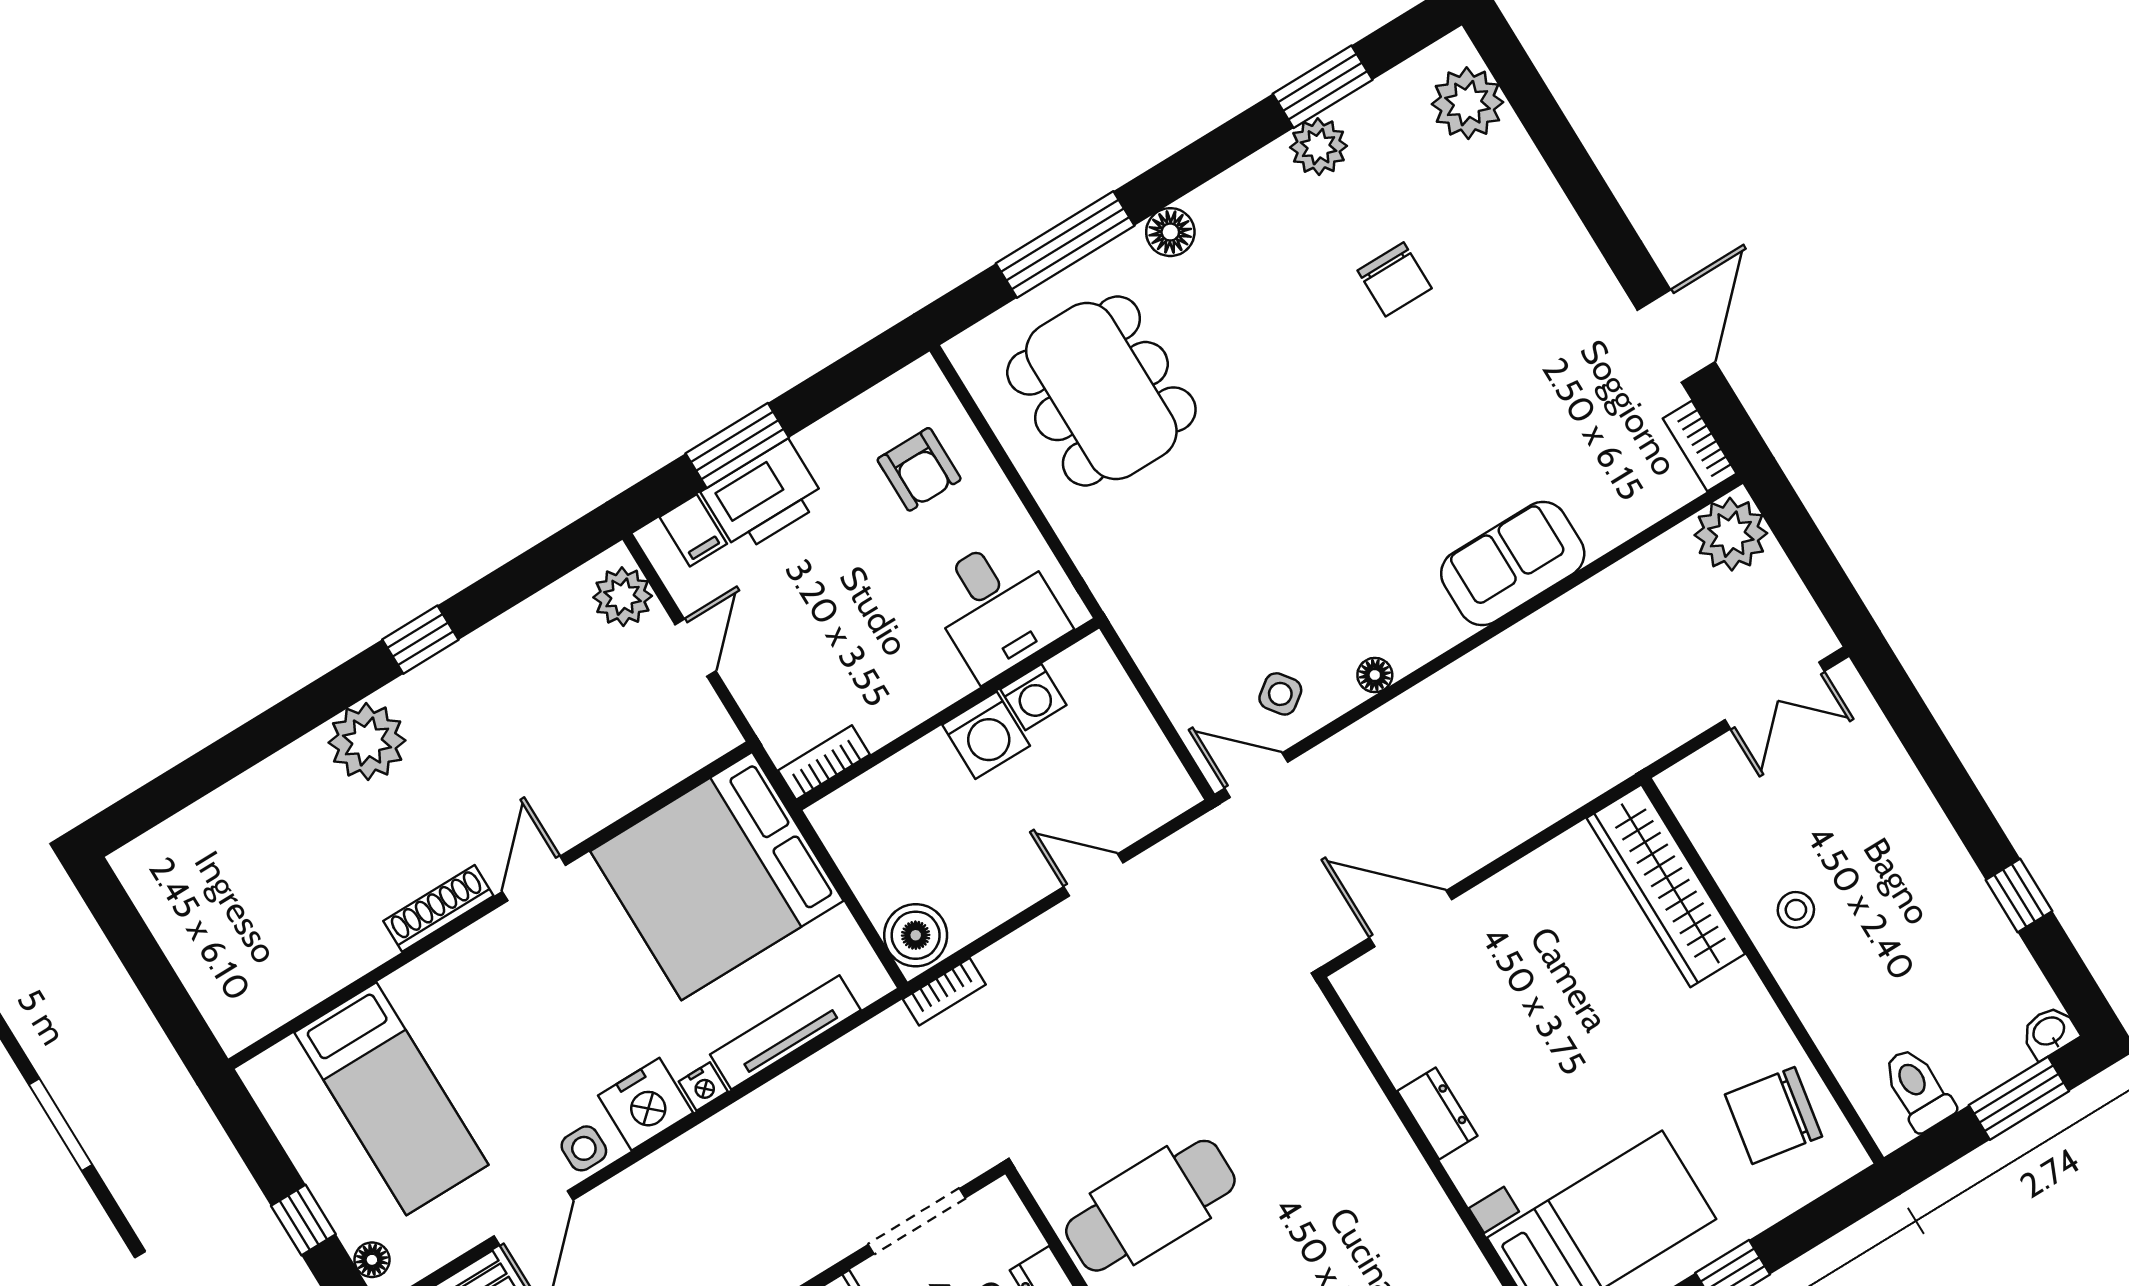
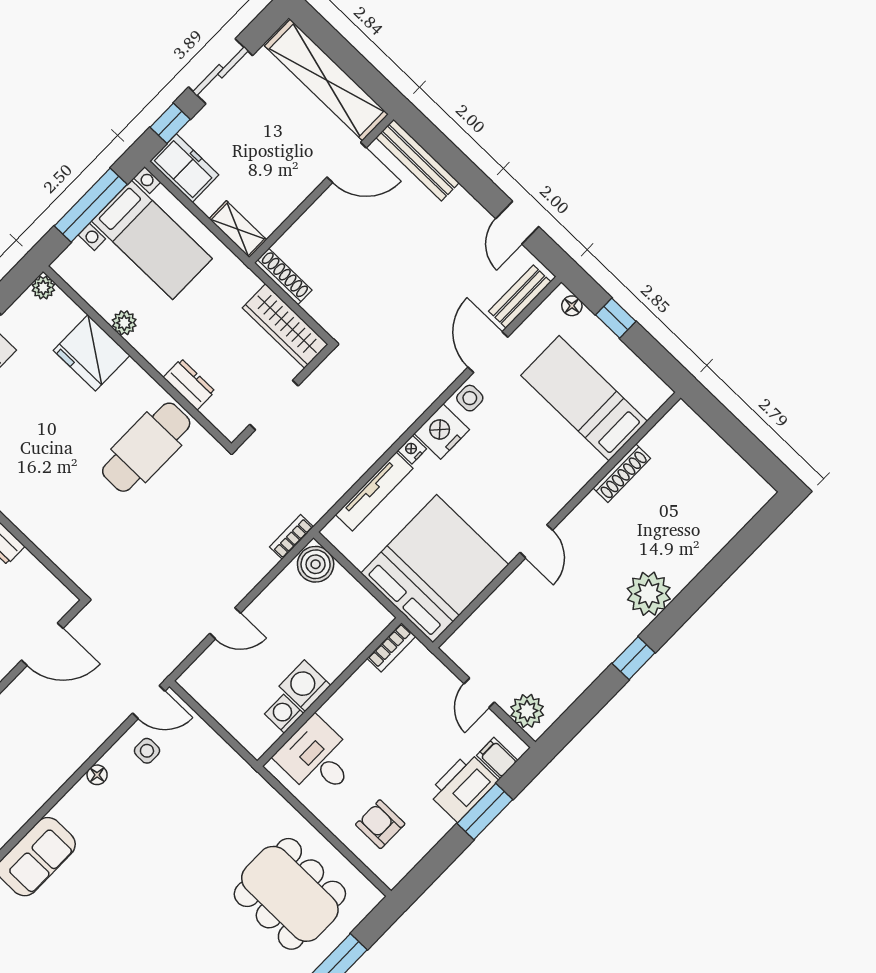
side table: (1280, 694) -> (147, 751), turned 37
shoe rack: (438, 908) -> (622, 473), moved

